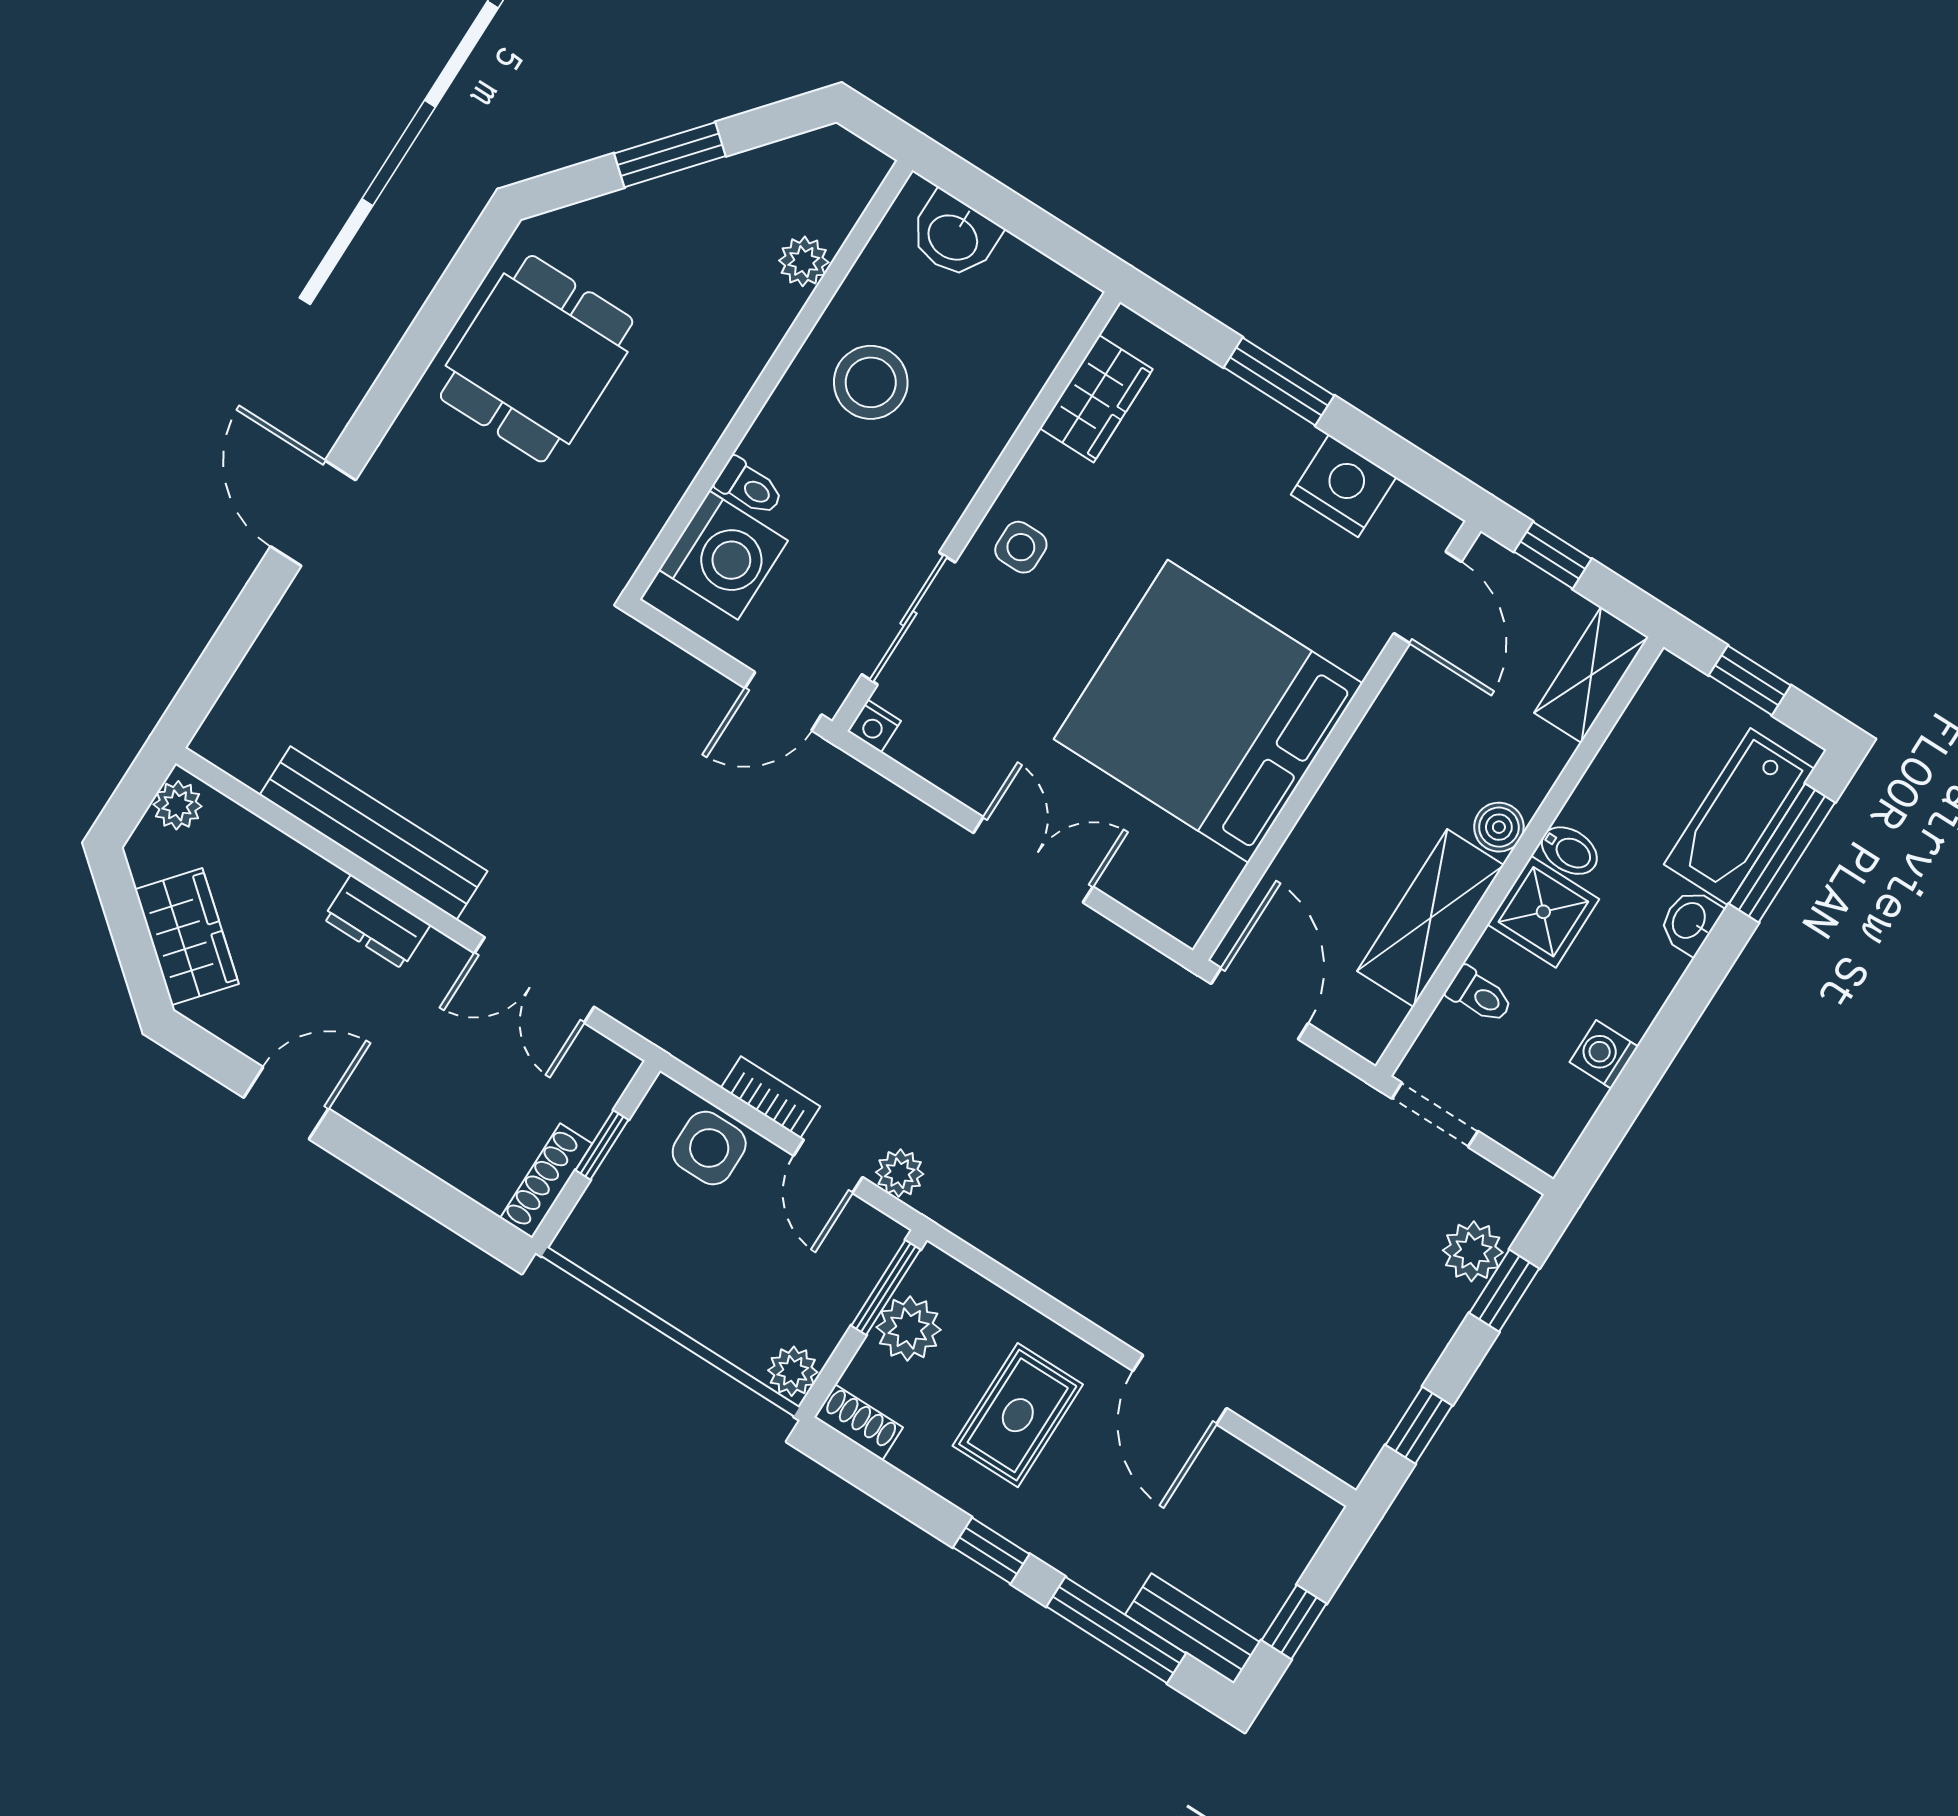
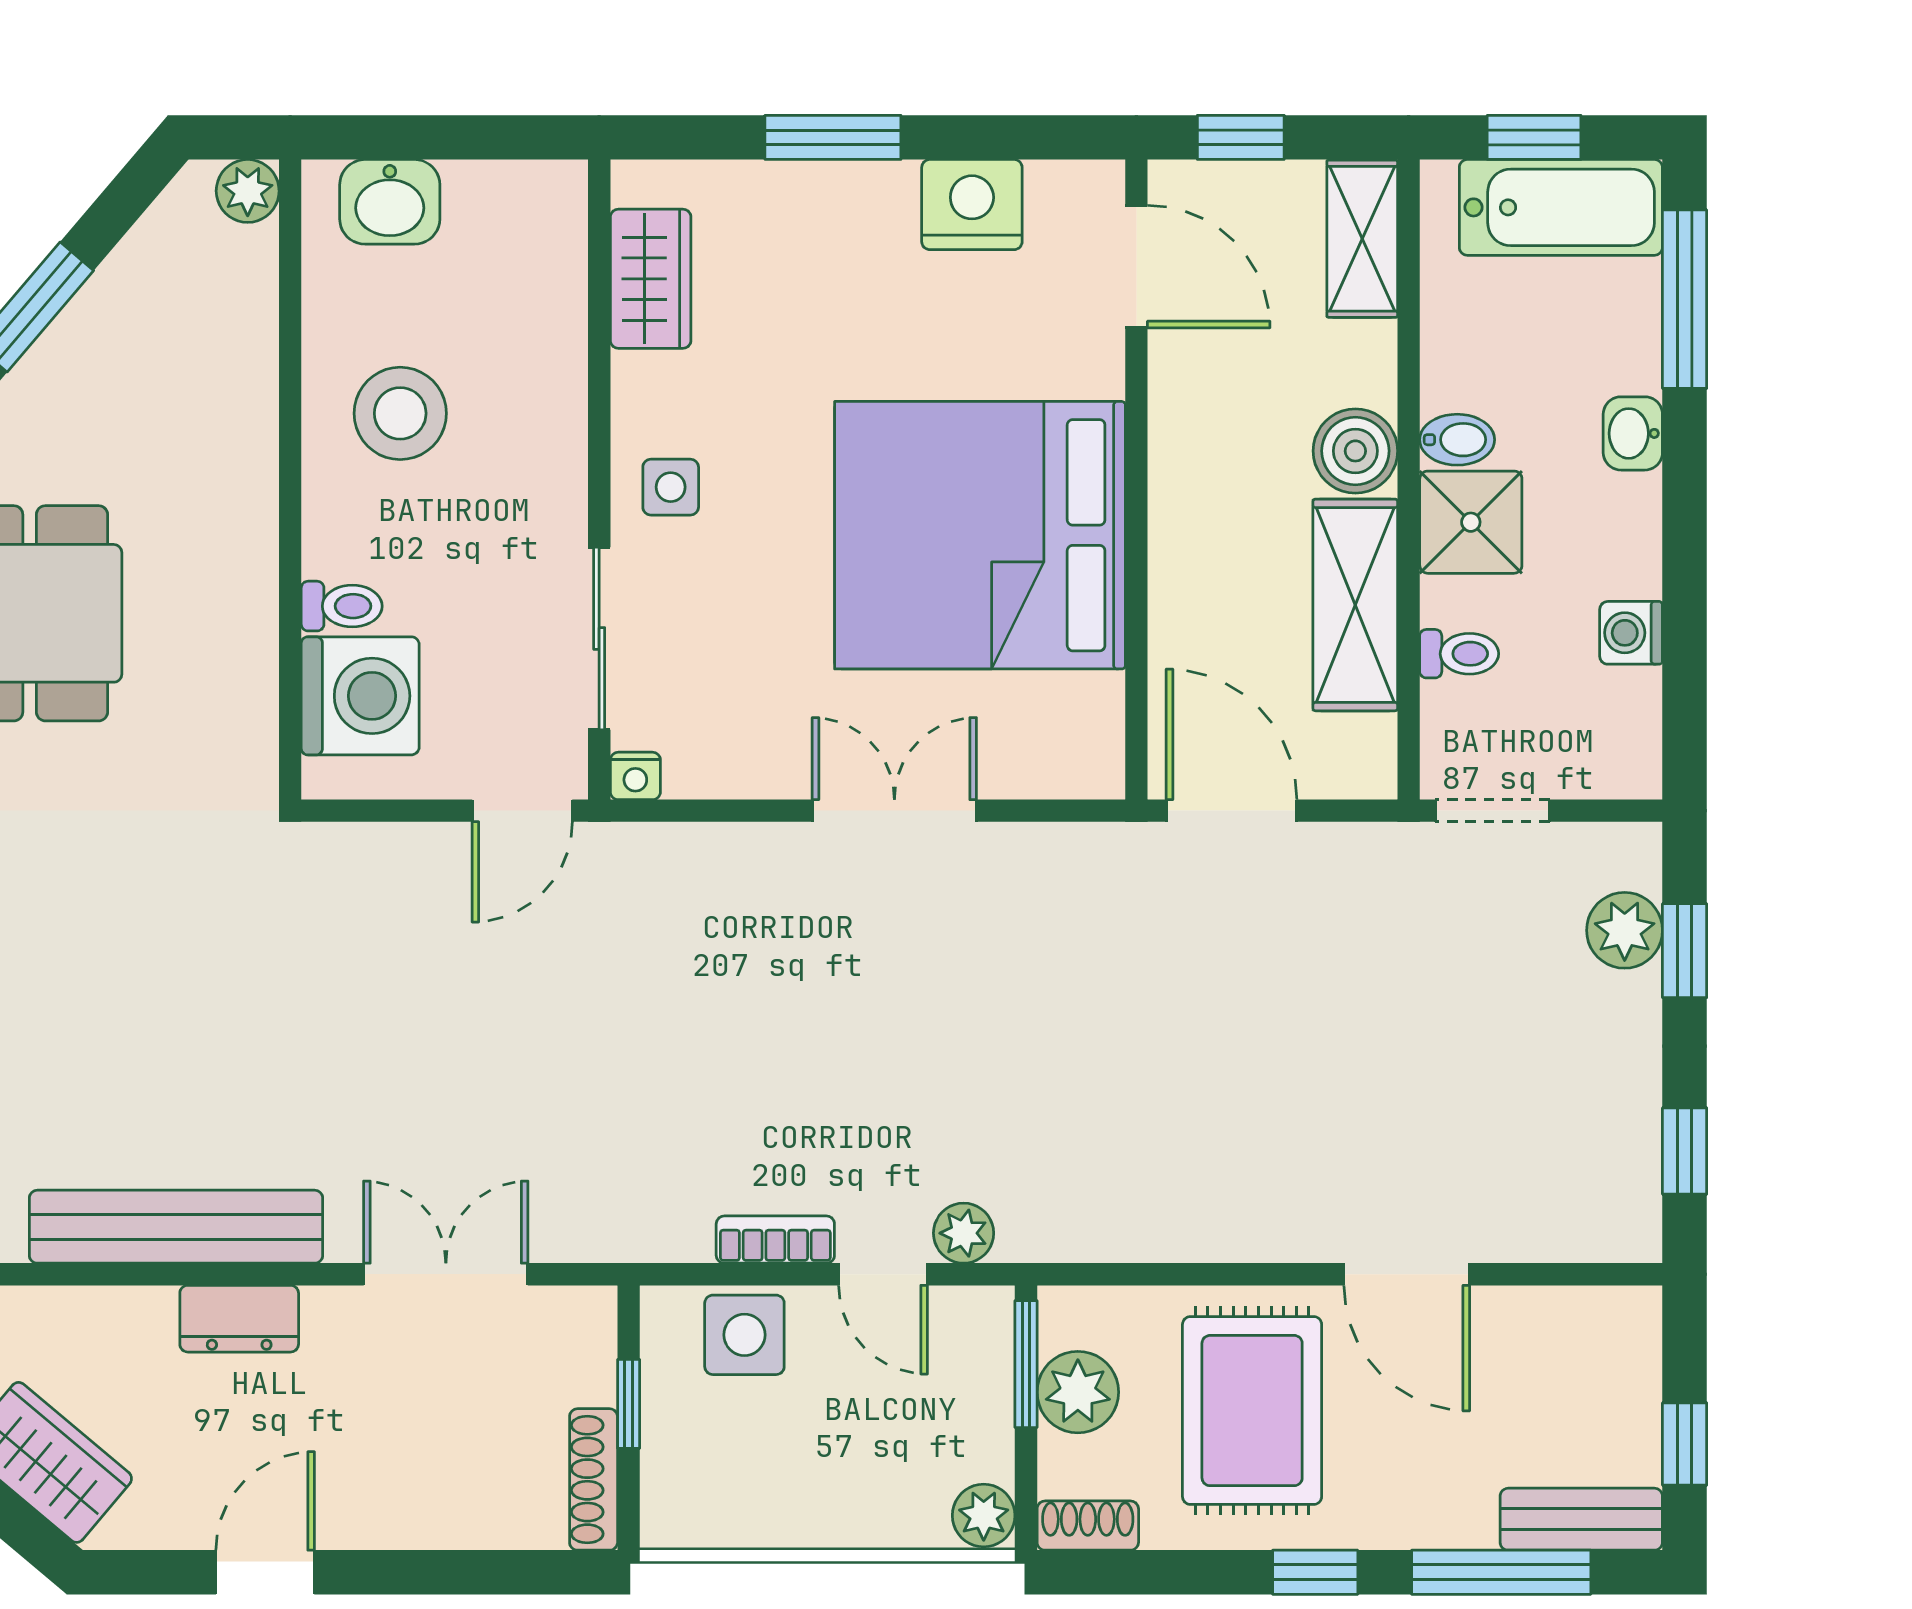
plant: (804, 261) -> (248, 191), moved
bathtub: (1739, 817) -> (1561, 207), moved, turned -90
boiler: (1499, 827) -> (1355, 451), width x1.36, depth x1.36
double door: (534, 980) -> (446, 1274), swing flipped
rug: (1018, 1415) -> (1252, 1411), width x1.36, depth x1.43

